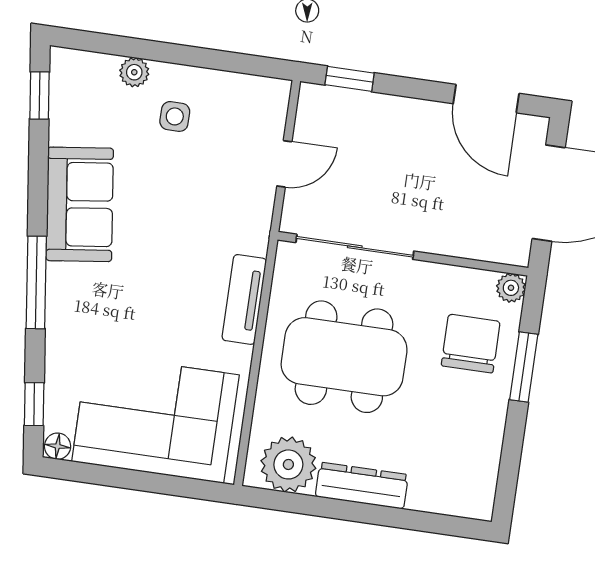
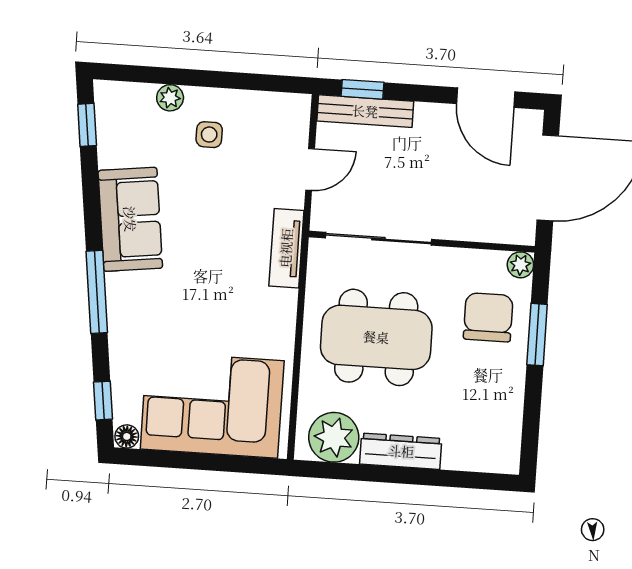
bench: (351, 103) -> (365, 111), added
tv unit: (244, 299) -> (286, 248), moved

